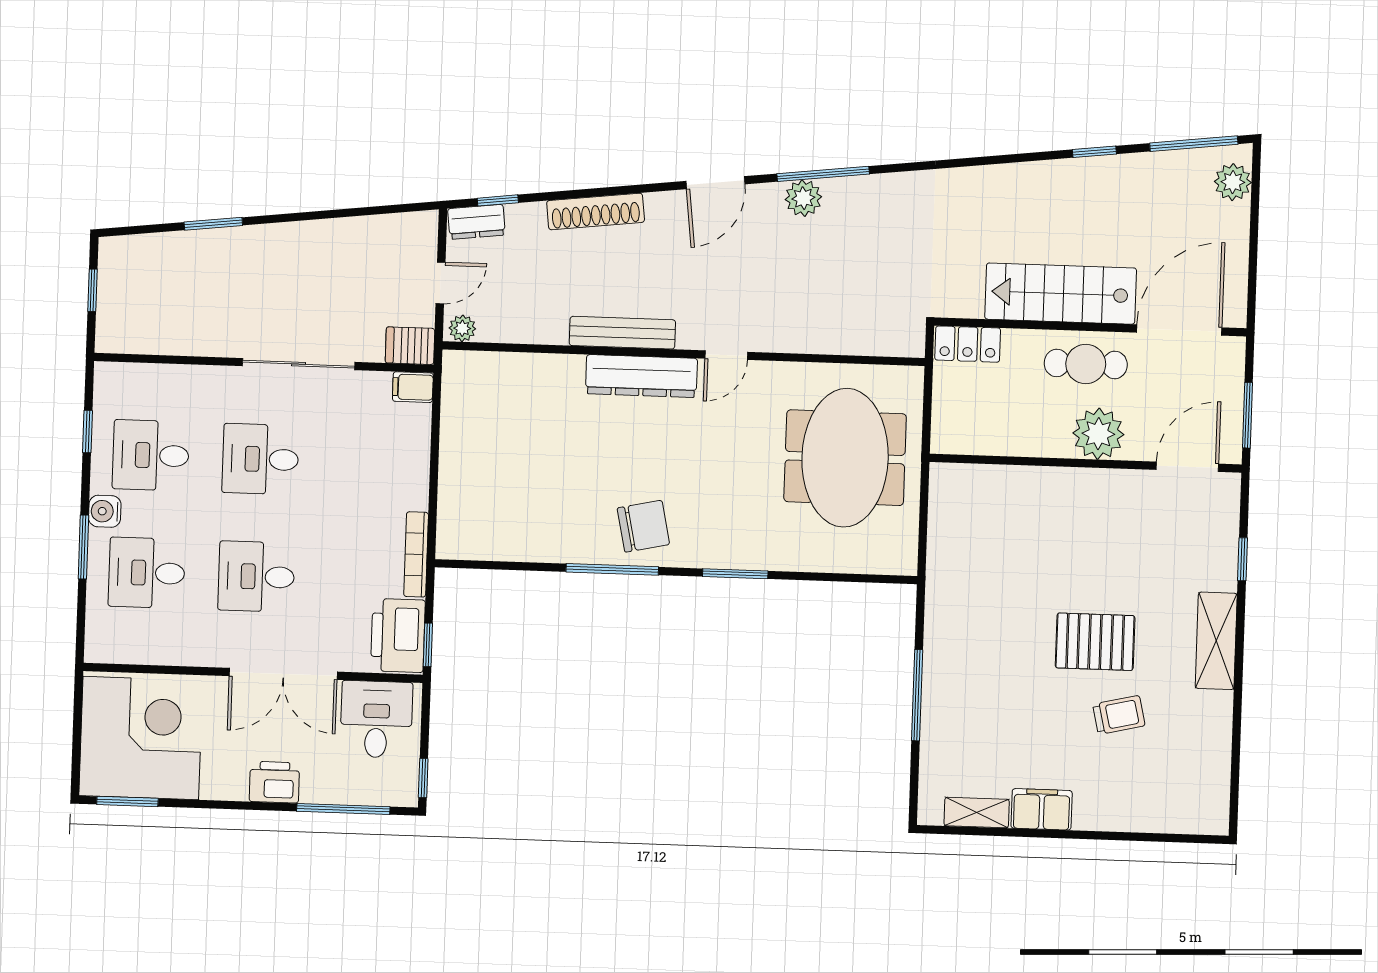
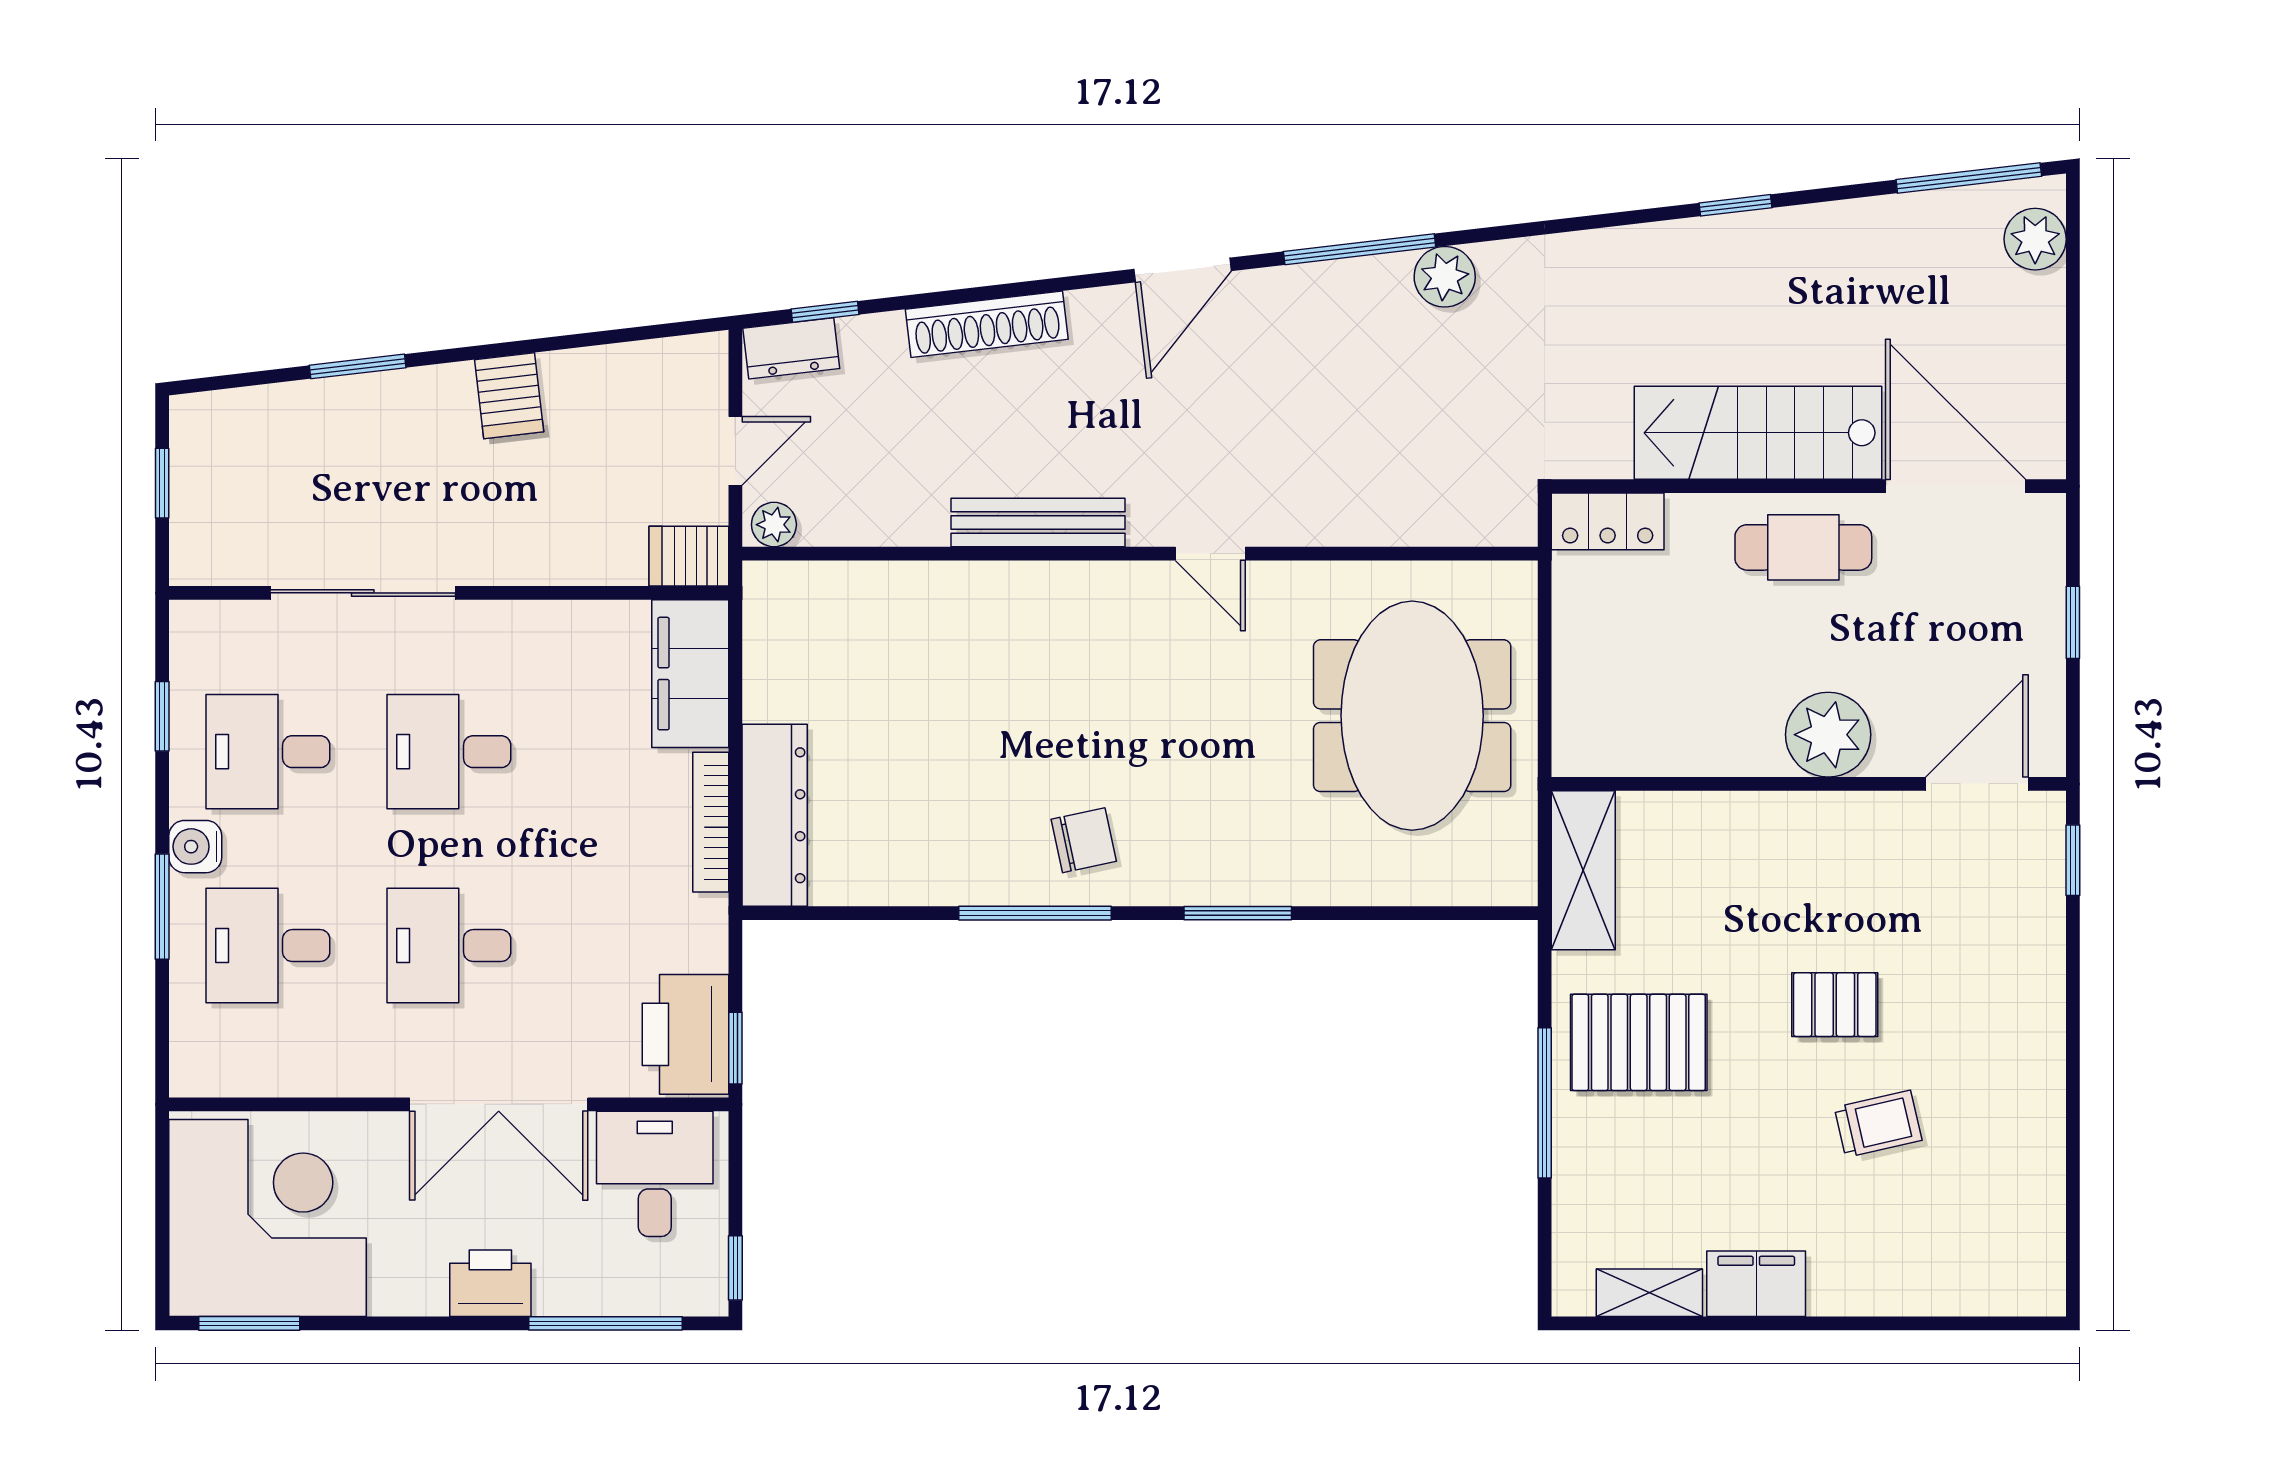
window: (1094, 152) -> (1735, 205), moved
plant: (803, 198) -> (1445, 277), moved
server rack: (305, 245) -> (509, 396), added
door: (1179, 330) -> (1955, 486), hinge flipped
door: (726, 355) -> (1210, 554), hinge flipped
sliding door: (299, 364) -> (363, 593), moved
dresser: (641, 376) -> (775, 815), moved, turned -90
filing cabinet: (413, 387) -> (690, 674), width x3.00, depth x1.17
window: (1247, 415) -> (2073, 622), width x0.67
plant: (1098, 434) -> (1828, 735), moved
wall: (1086, 463) -> (1809, 784), moved
door: (1187, 467) -> (1977, 784), moved
chair: (643, 526) -> (1084, 840), width x0.73, depth x0.73
bookcase: (416, 554) -> (711, 822), moved
shelving: (1216, 641) -> (1583, 870), moved
pallet: (1095, 642) -> (1835, 1005), width x0.67, depth x0.71
pallet: (975, 661) -> (1639, 1042), added

